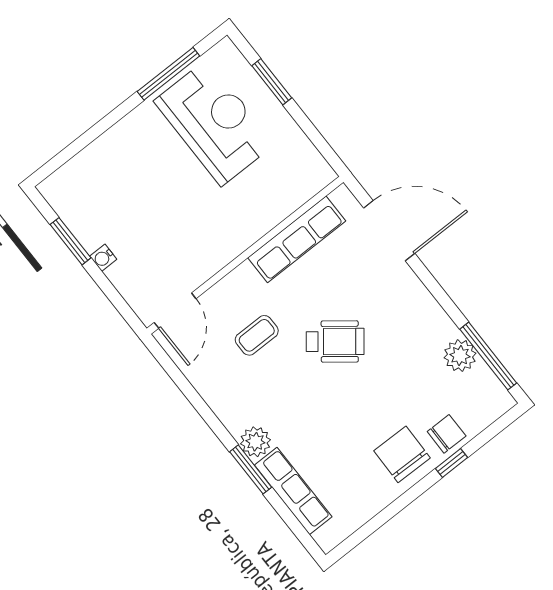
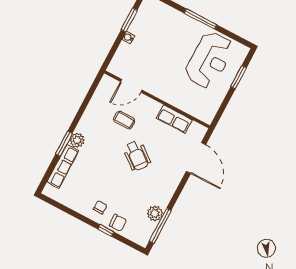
window: (168, 74) -> (200, 19), moved
row of seats: (297, 239) -> (174, 119), width x0.68
door: (175, 311) -> (131, 86), moved
chair: (402, 454) -> (100, 207), width x0.54, depth x0.54

